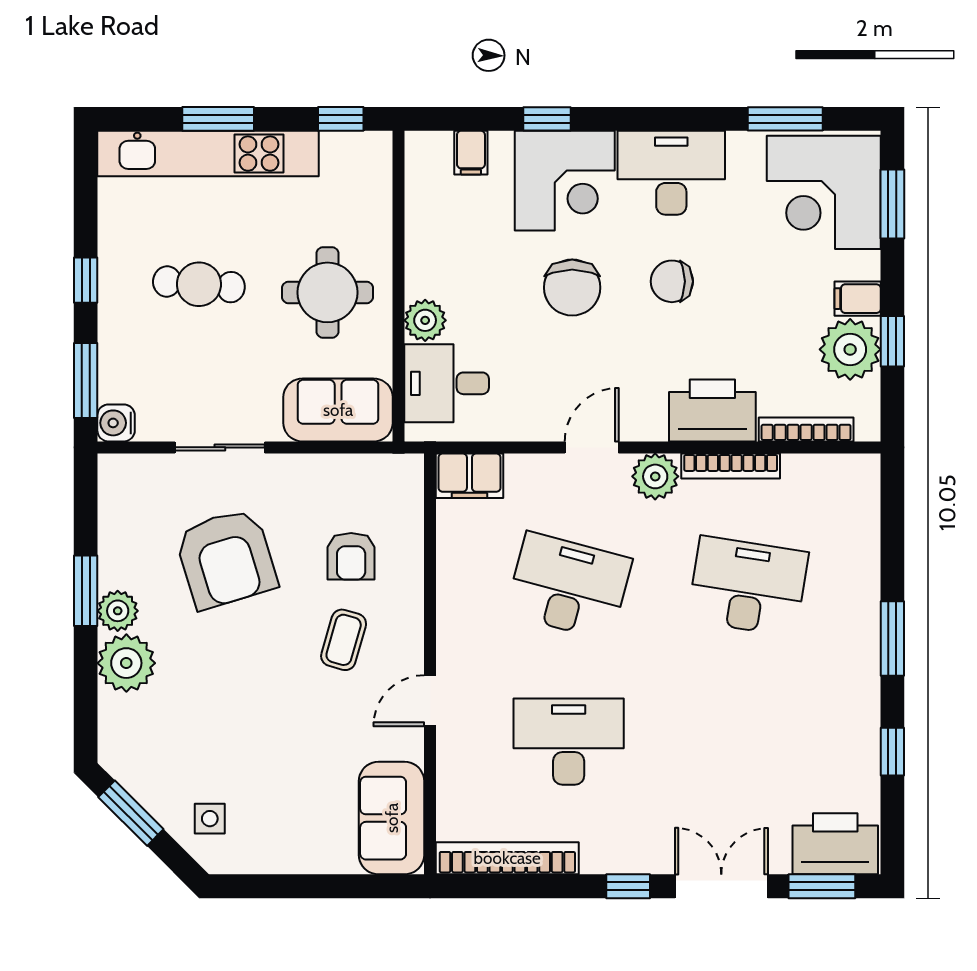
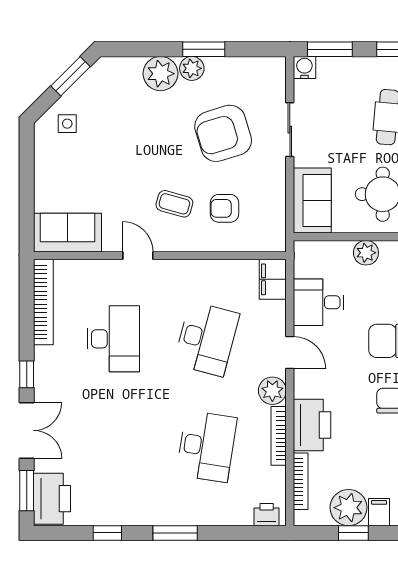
desk: (447, 383) -> (319, 302), moved, turned -90
printer: (862, 486) -> (267, 515), added

